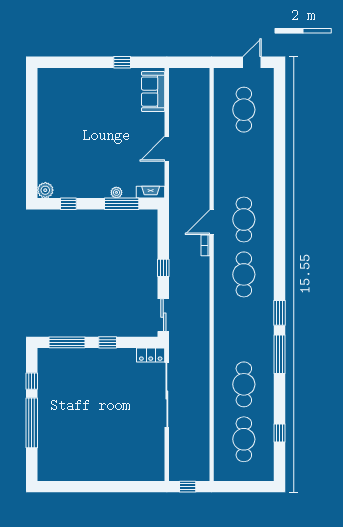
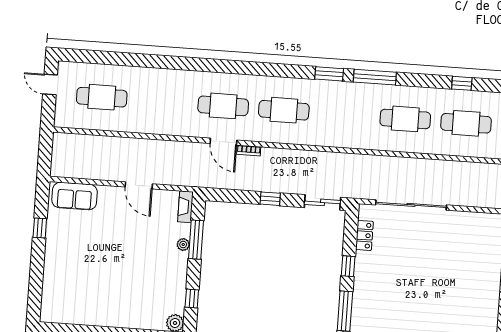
locker: (151, 355) -> (364, 235), moved

